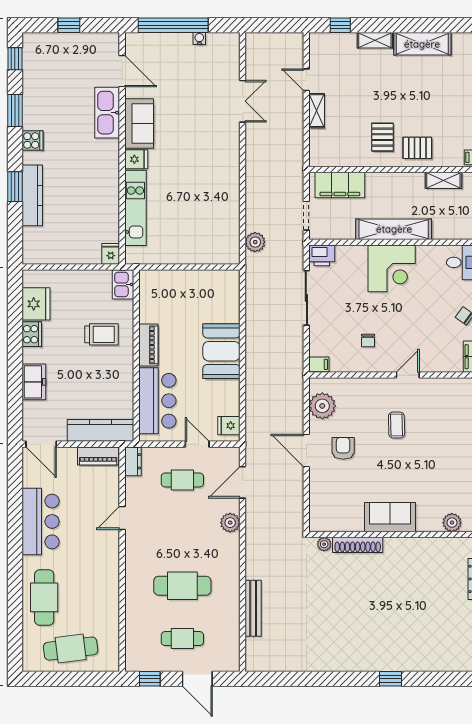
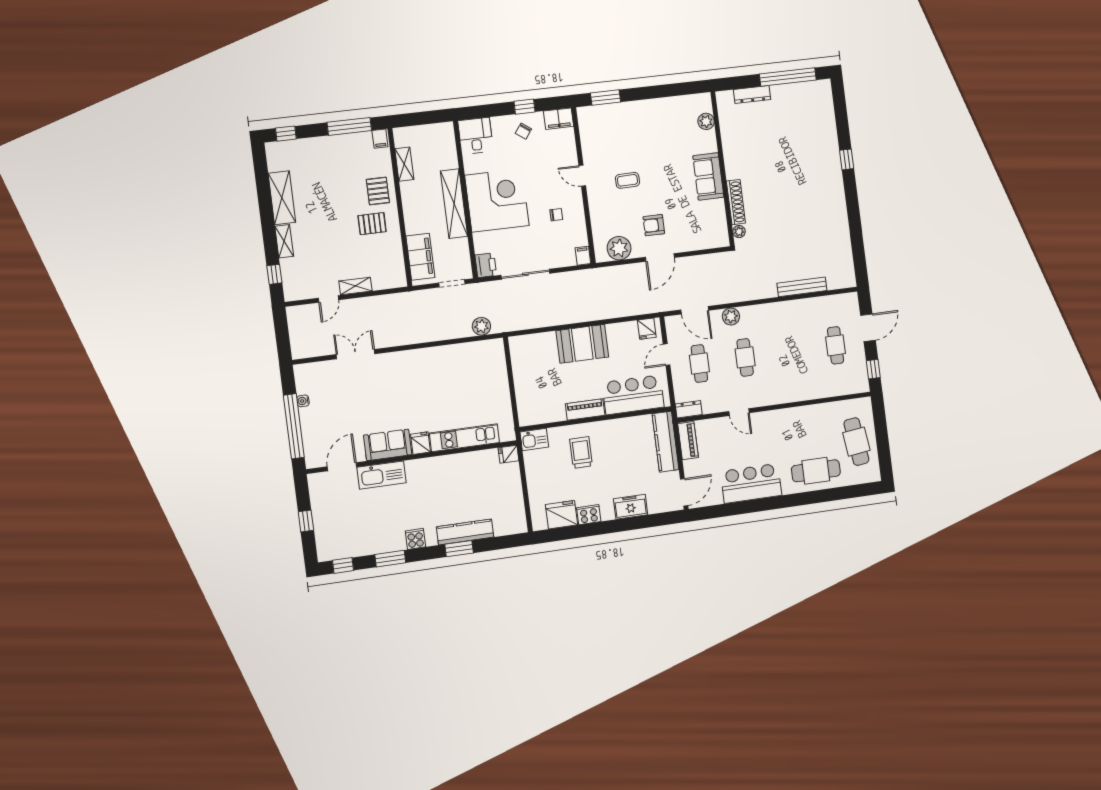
corner desk: (392, 268) -> (497, 200), width x1.36, depth x1.36
cafe table: (182, 586) -> (745, 357), moved, width x0.73, depth x0.74

